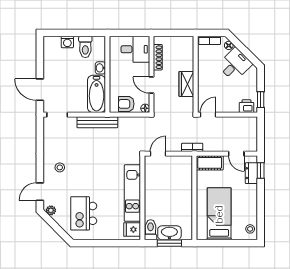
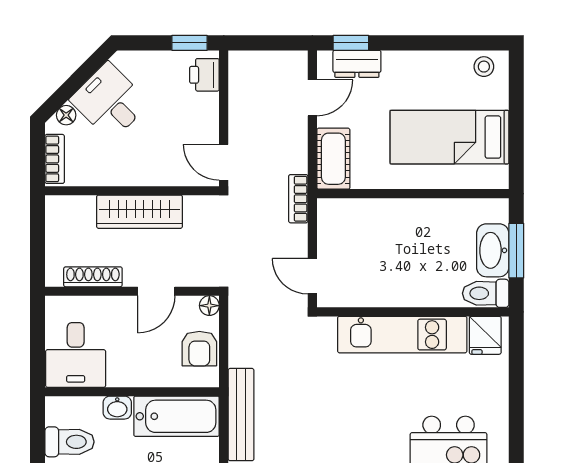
desk: (135, 49) -> (76, 355), moved, turned 180
wardrobe: (186, 84) -> (140, 212), width x1.50

